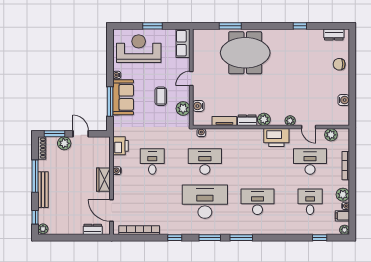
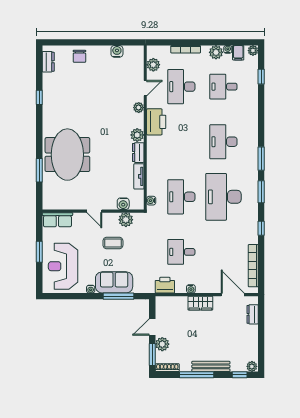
door: (112, 210) -> (233, 295), swing flipped

